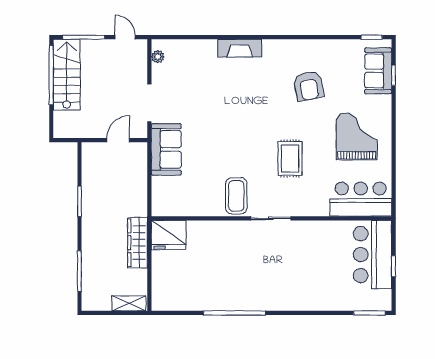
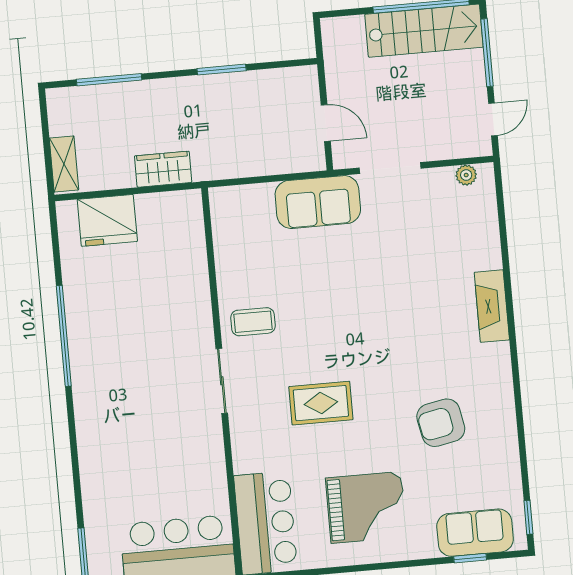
coffee table: (236, 196) -> (253, 322), width x0.73, depth x0.77
fridge: (169, 235) -> (107, 220), moved, turned -90
wardrobe: (137, 243) -> (163, 169), width x0.67

